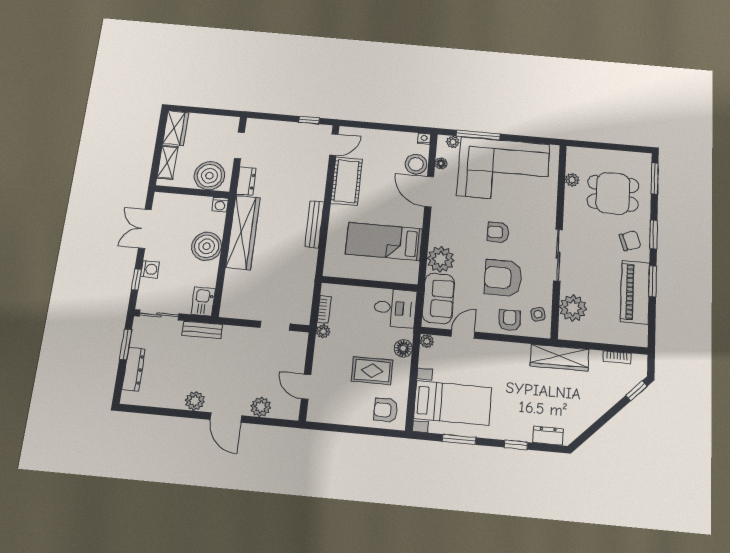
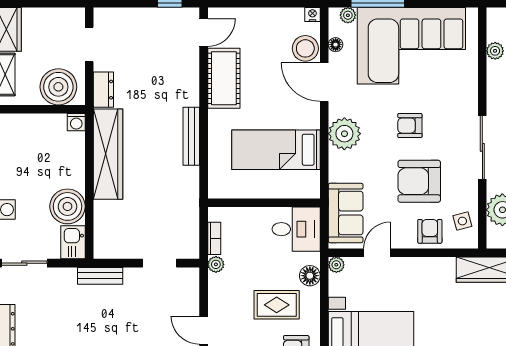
boiler: (207, 246) -> (68, 206), moved
plant: (441, 259) -> (344, 134), moved
bench: (202, 330) -> (100, 276), moved

